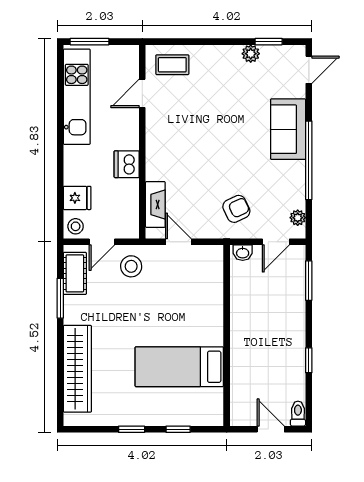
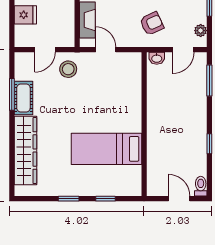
stool: (76, 226) -> (24, 37), removed
cot: (75, 273) -> (23, 98), moved

